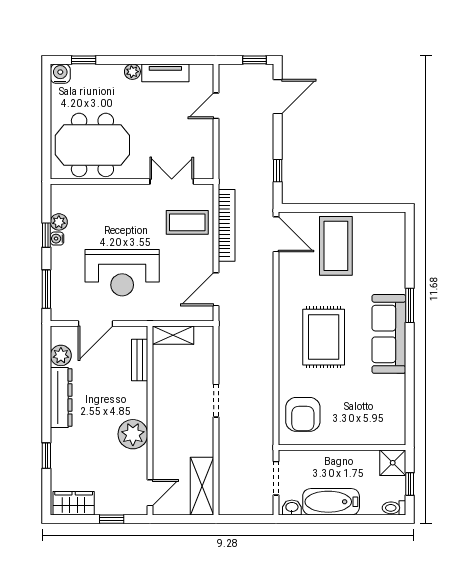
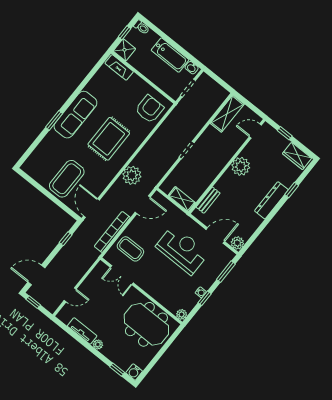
plant: (59, 222) -> (182, 314), moved
plant: (259, 315) -> (132, 175), added
plant: (61, 355) -> (237, 243), moved
dresser: (61, 398) -> (271, 200), moved
fireplace: (382, 436) -> (119, 67), added

